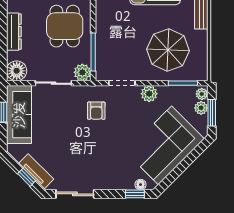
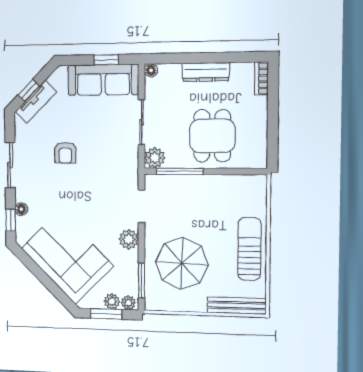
dining table: (65, 26) -> (212, 136), turned 90
floor lamp: (17, 71) -> (151, 70), width x0.53, depth x0.53
armchair: (96, 111) -> (65, 153), moved, turned -90
floor lamp: (140, 185) -> (21, 209), moved
sliding door: (75, 194) -> (10, 165), moved

